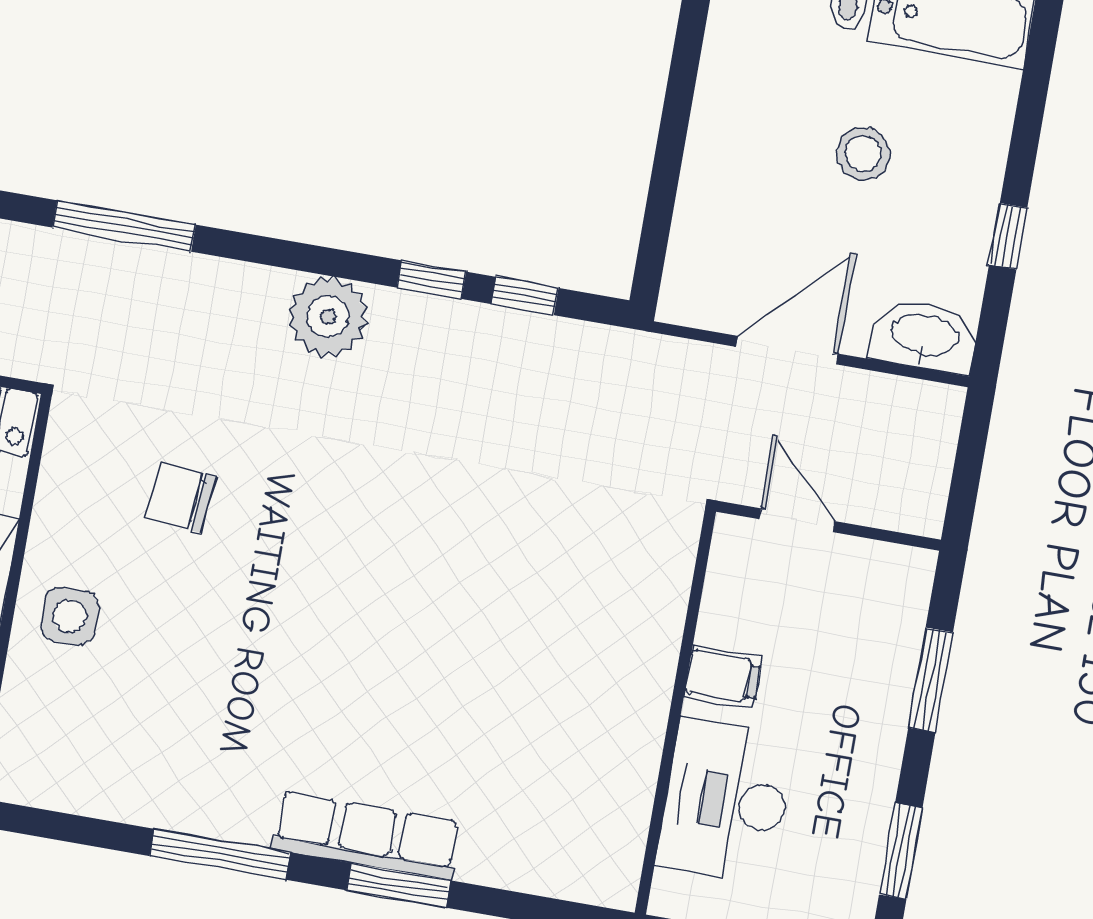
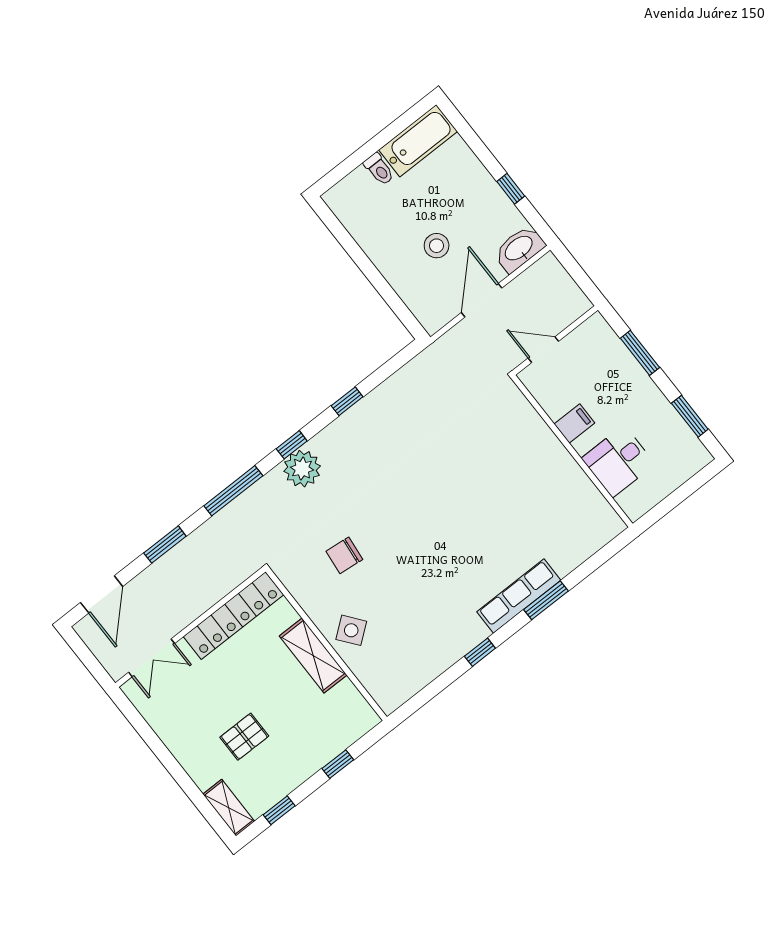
stool: (863, 154) -> (437, 246), moved
window: (525, 296) -> (292, 445), moved
plant: (328, 317) -> (302, 469), moved
side table: (70, 616) -> (351, 630), turned -38
desk: (726, 801) -> (618, 461), width x0.73
window: (220, 854) -> (480, 652), width x0.46

